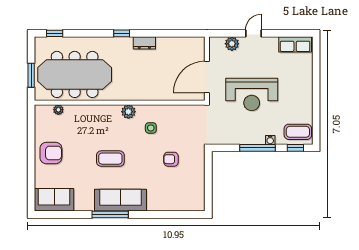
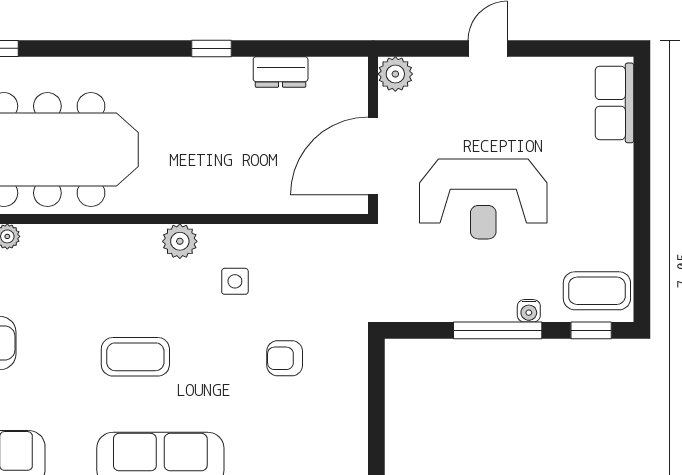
window: (122, 33) -> (211, 48), moved
dresser: (144, 43) -> (281, 72), moved
plant: (232, 44) -> (395, 74), moved
row of seats: (295, 44) -> (615, 103), moved, turned 90

